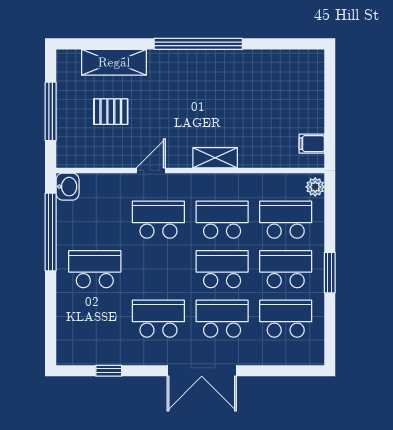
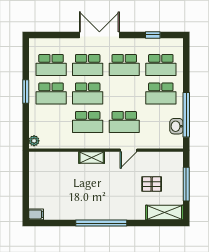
shelving: (114, 62) -> (165, 212), moved
filing cabinet: (312, 144) -> (36, 214), moved
washbasin: (68, 187) -> (177, 126), moved
school desk: (286, 220) -> (161, 65), moved

